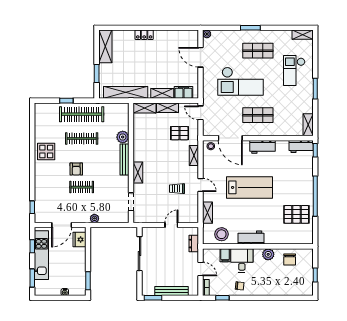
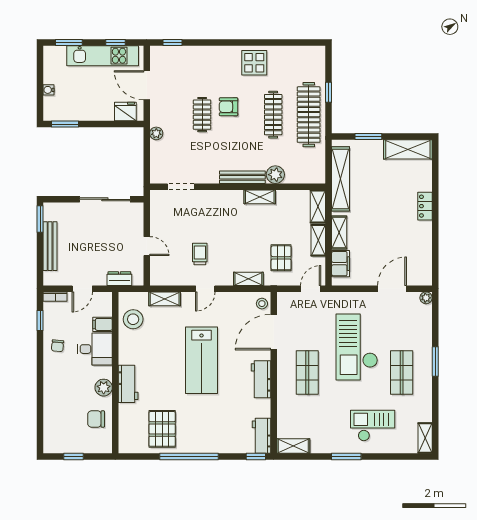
shelving: (138, 173) -> (260, 197), moved
workbench: (251, 238) -> (128, 384), moved

